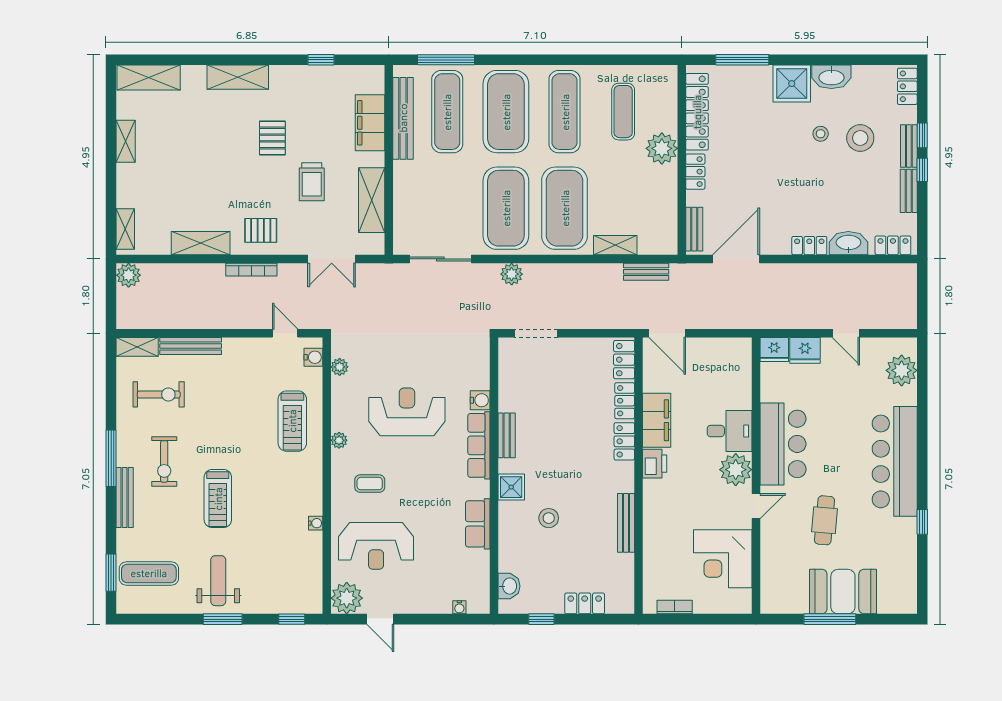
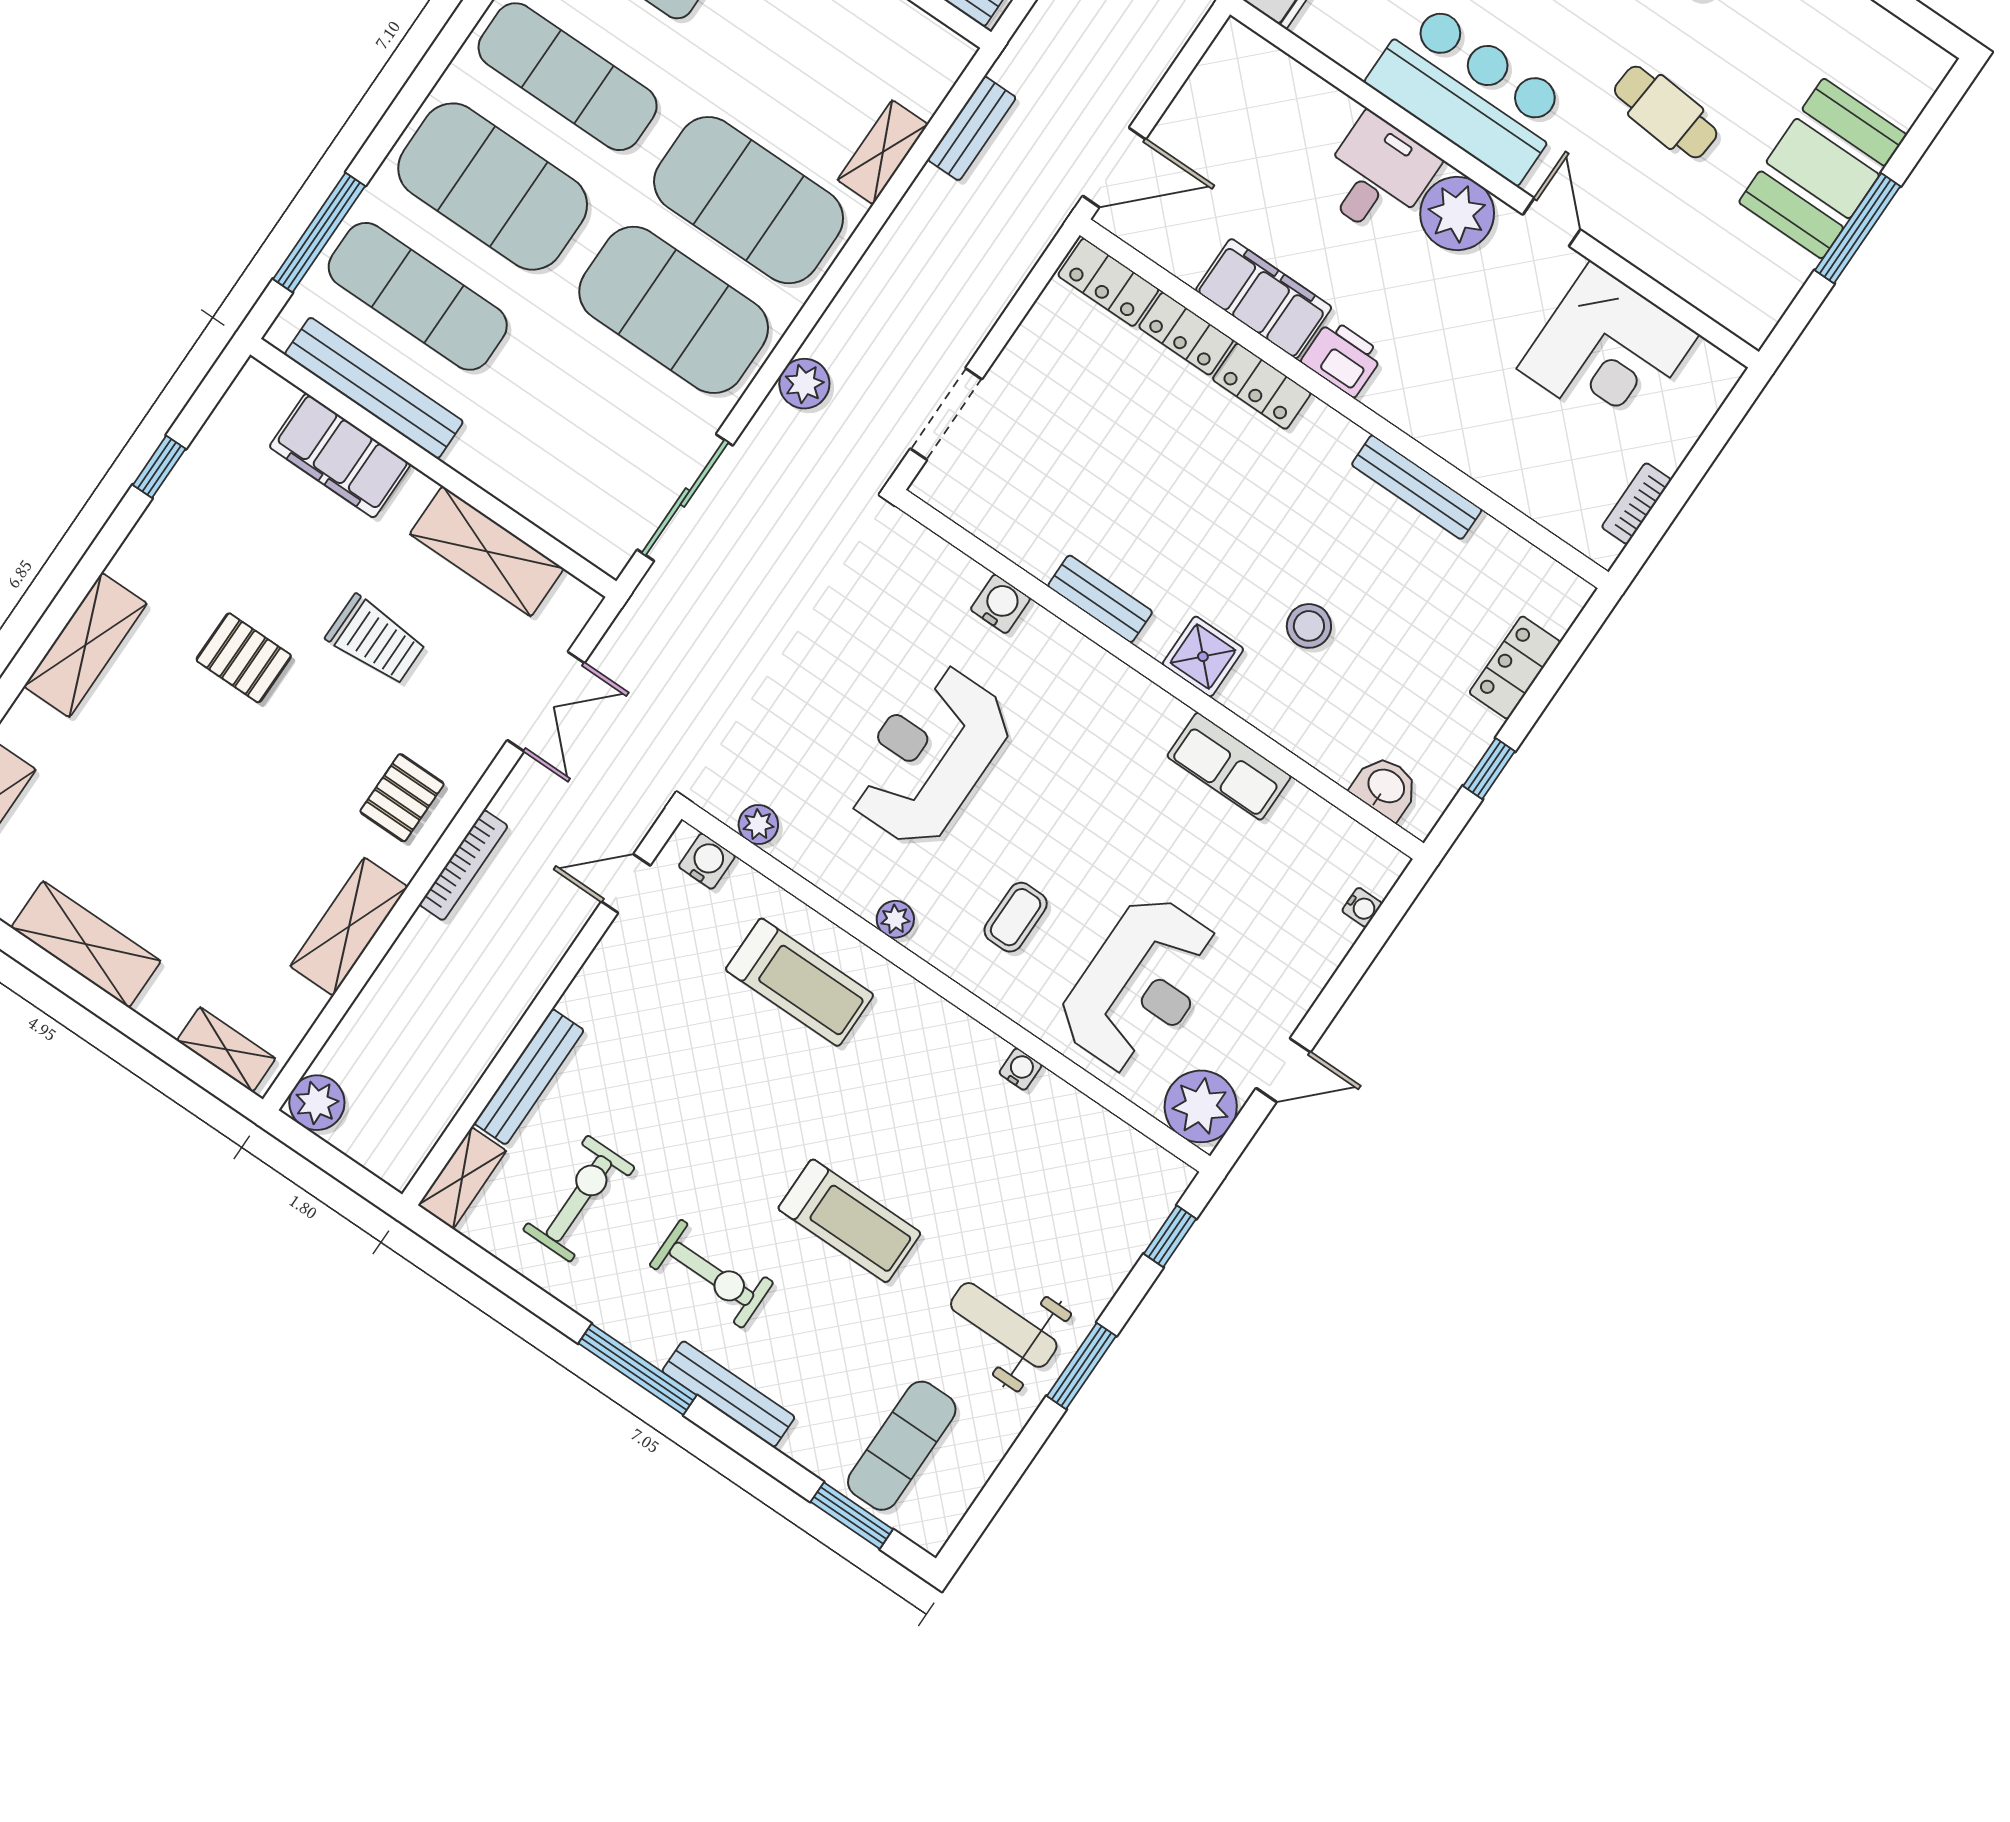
shelving: (126, 141) -> (86, 944), width x1.50, depth x1.33
row of seats: (479, 445) -> (1084, 664), removed

